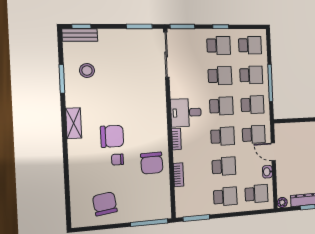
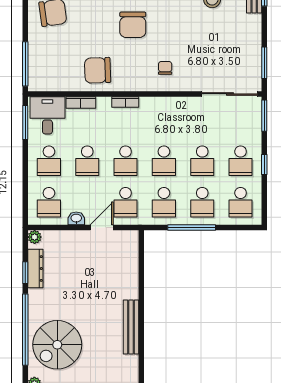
desk: (186, 113) -> (47, 115), moved
chair: (117, 160) -> (165, 68), moved

